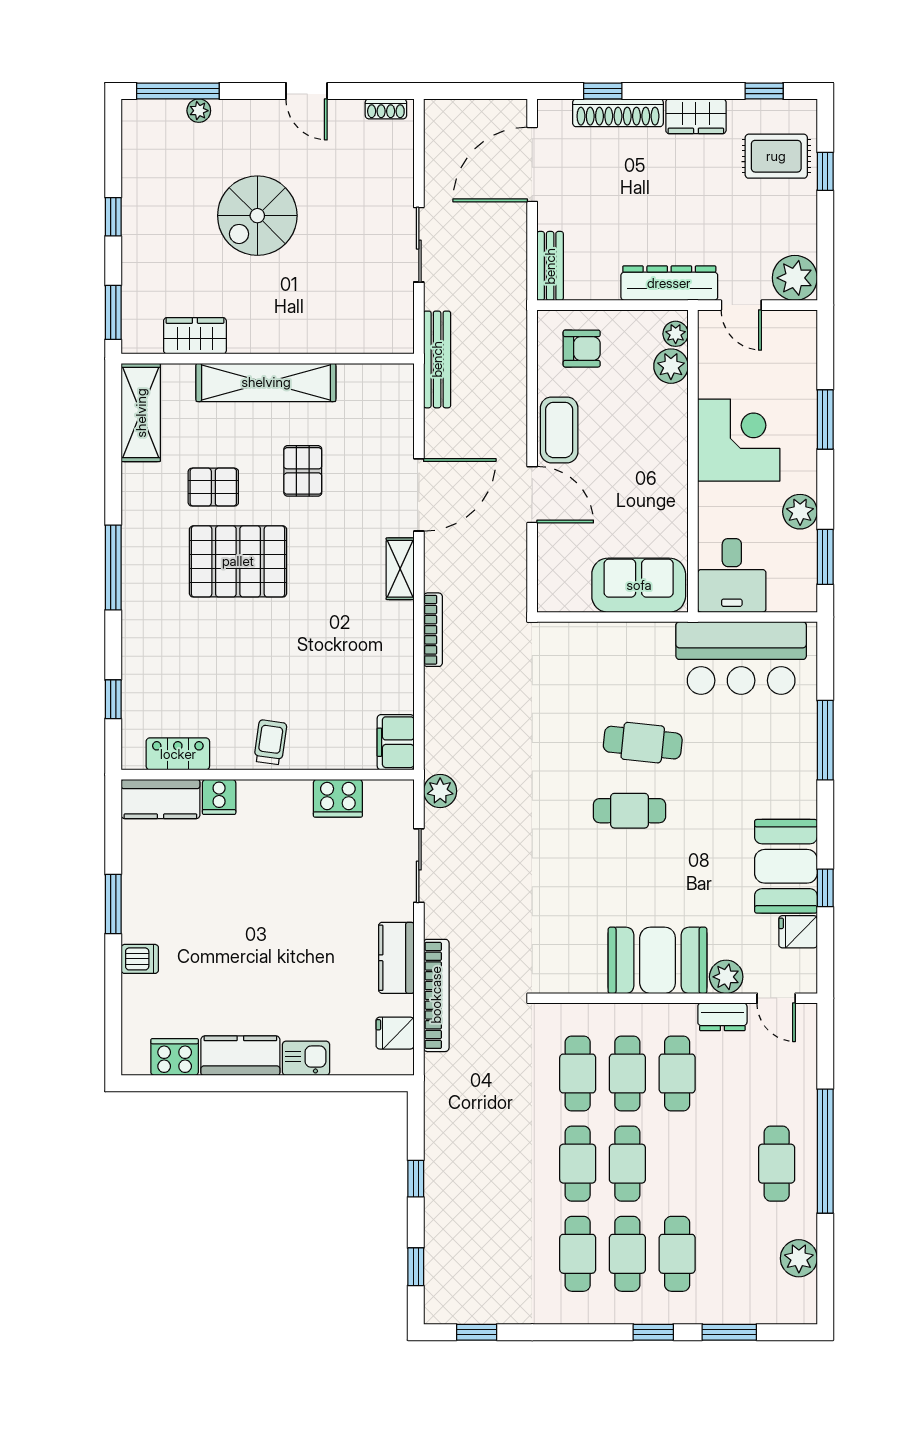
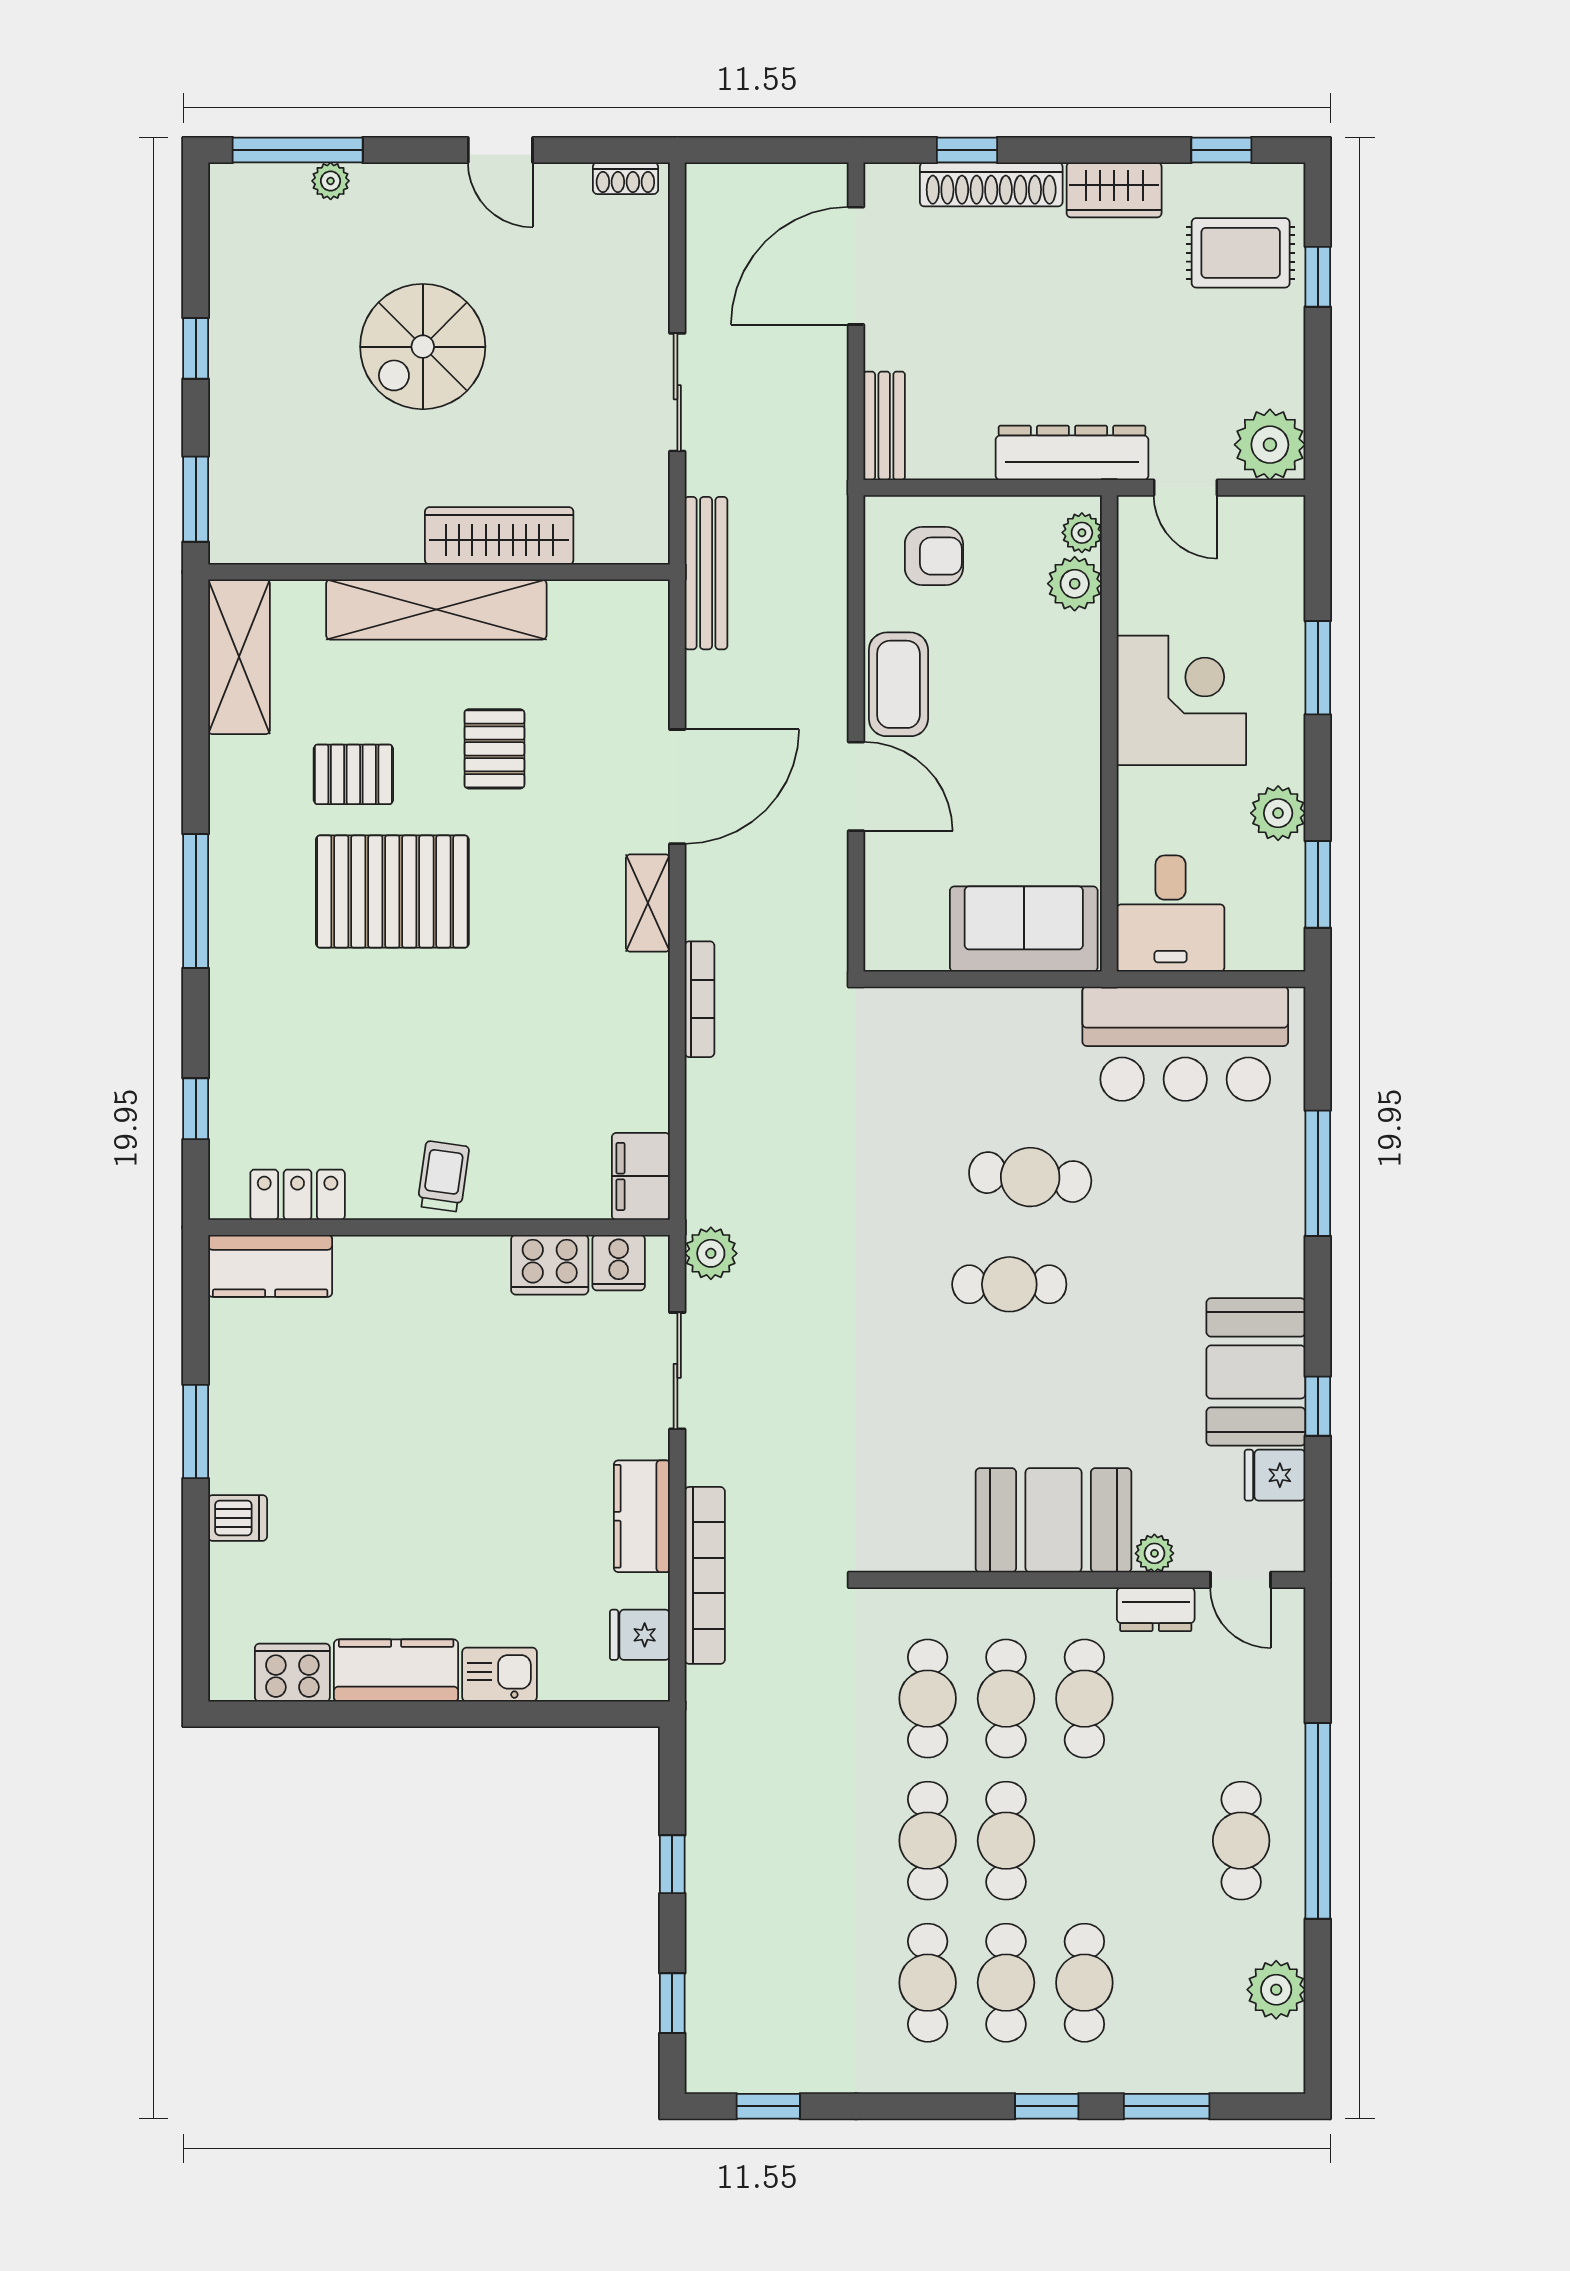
wardrobe: (195, 336) -> (499, 536), moved, width x1.50
cooker: (219, 797) -> (619, 1263), moved
plant: (726, 977) -> (1154, 1553), width x0.73, depth x0.73

